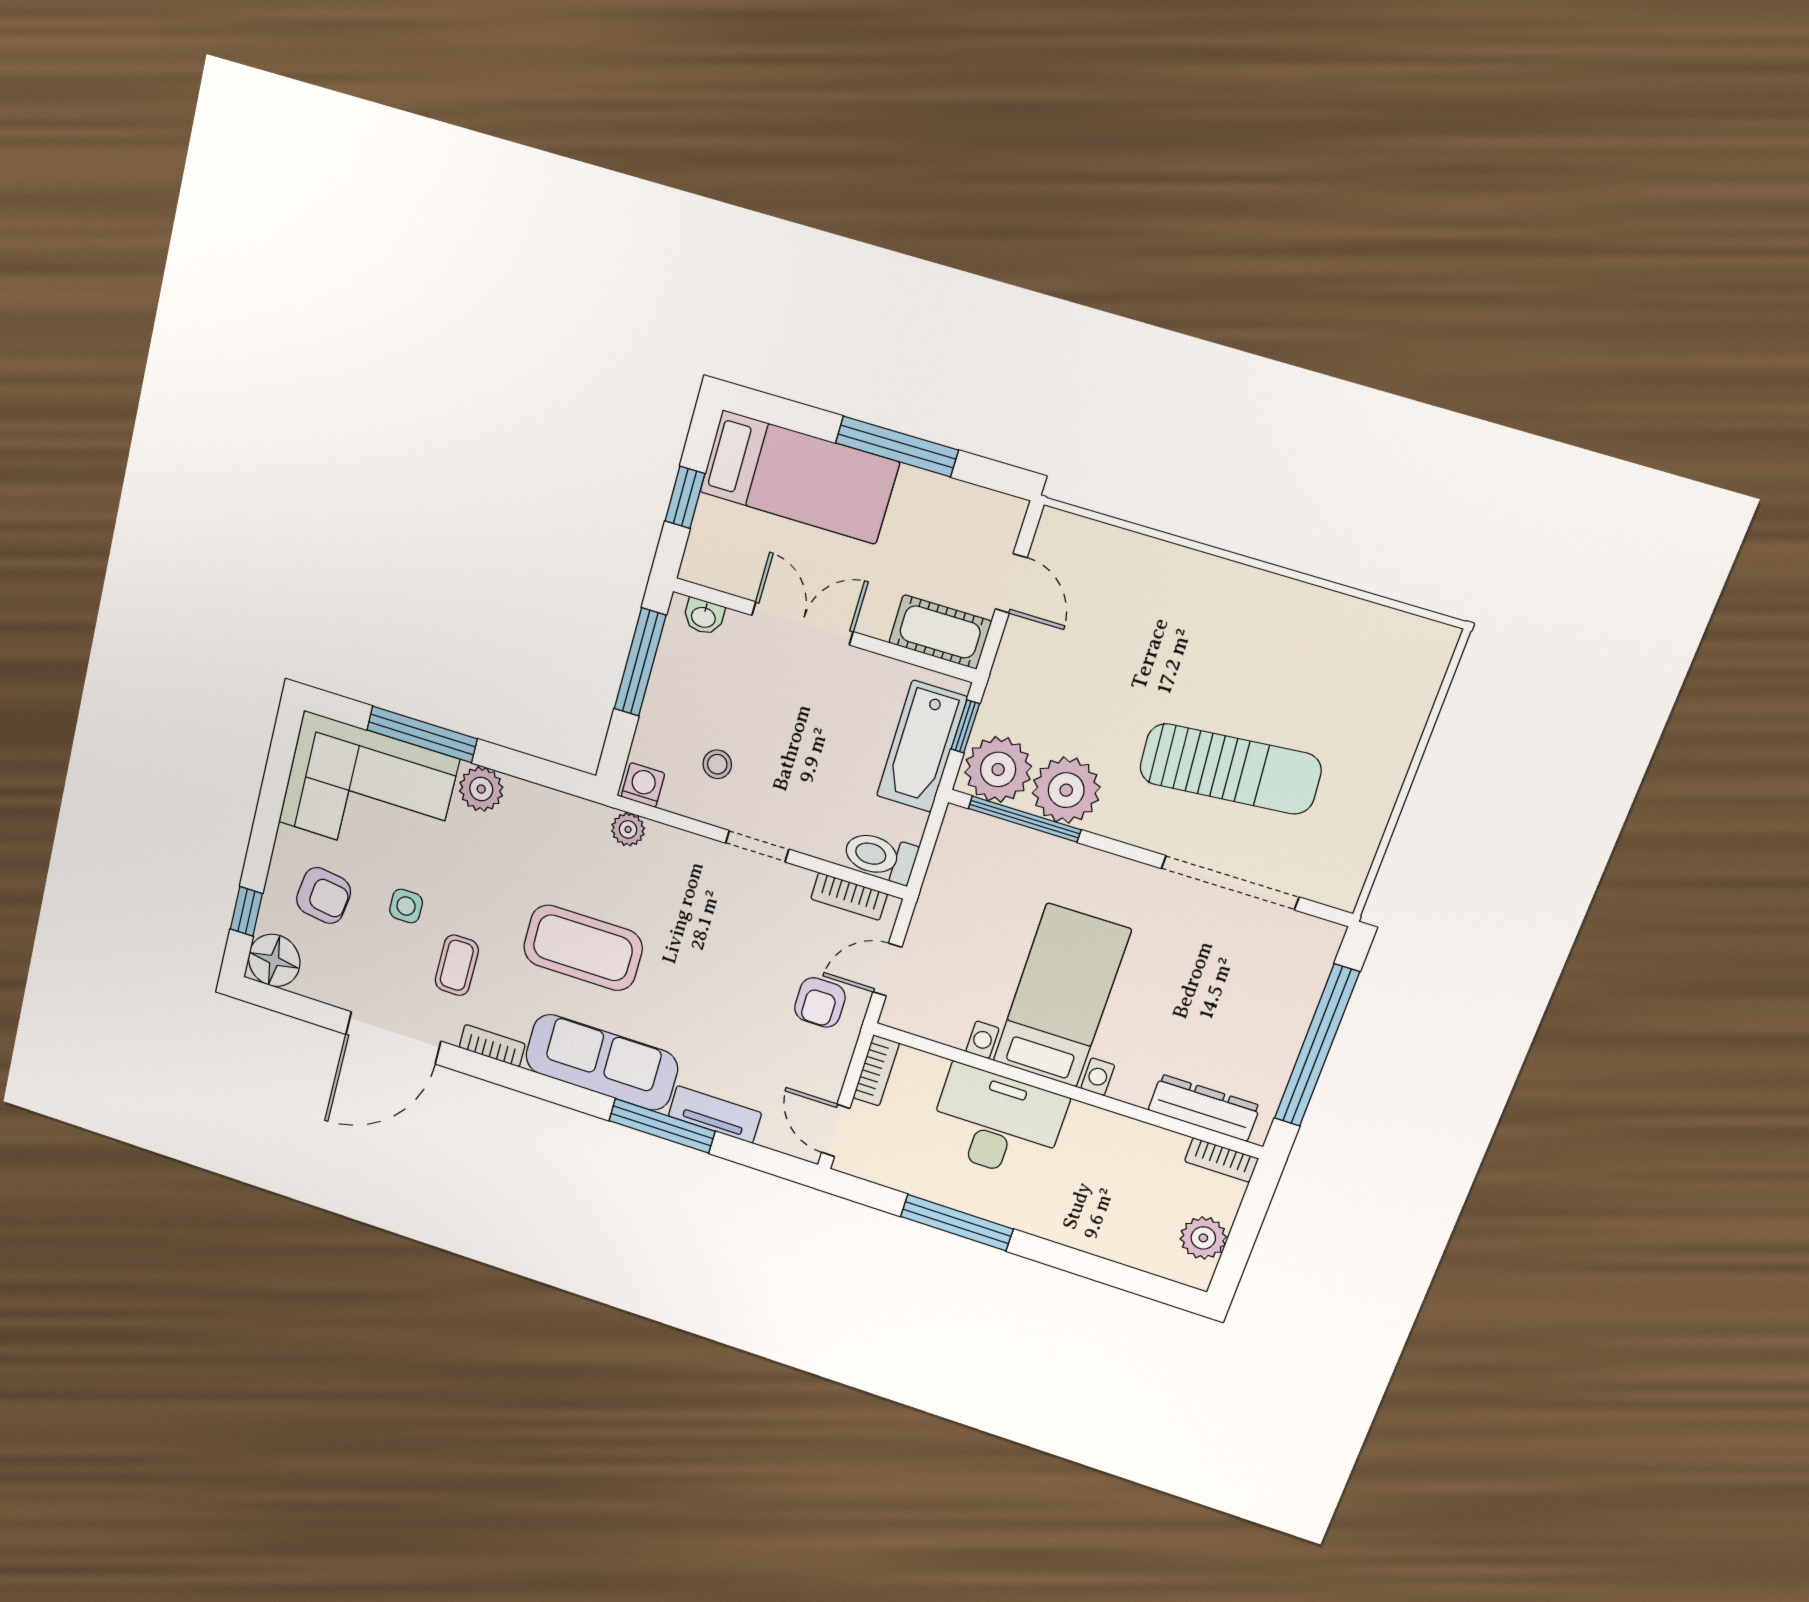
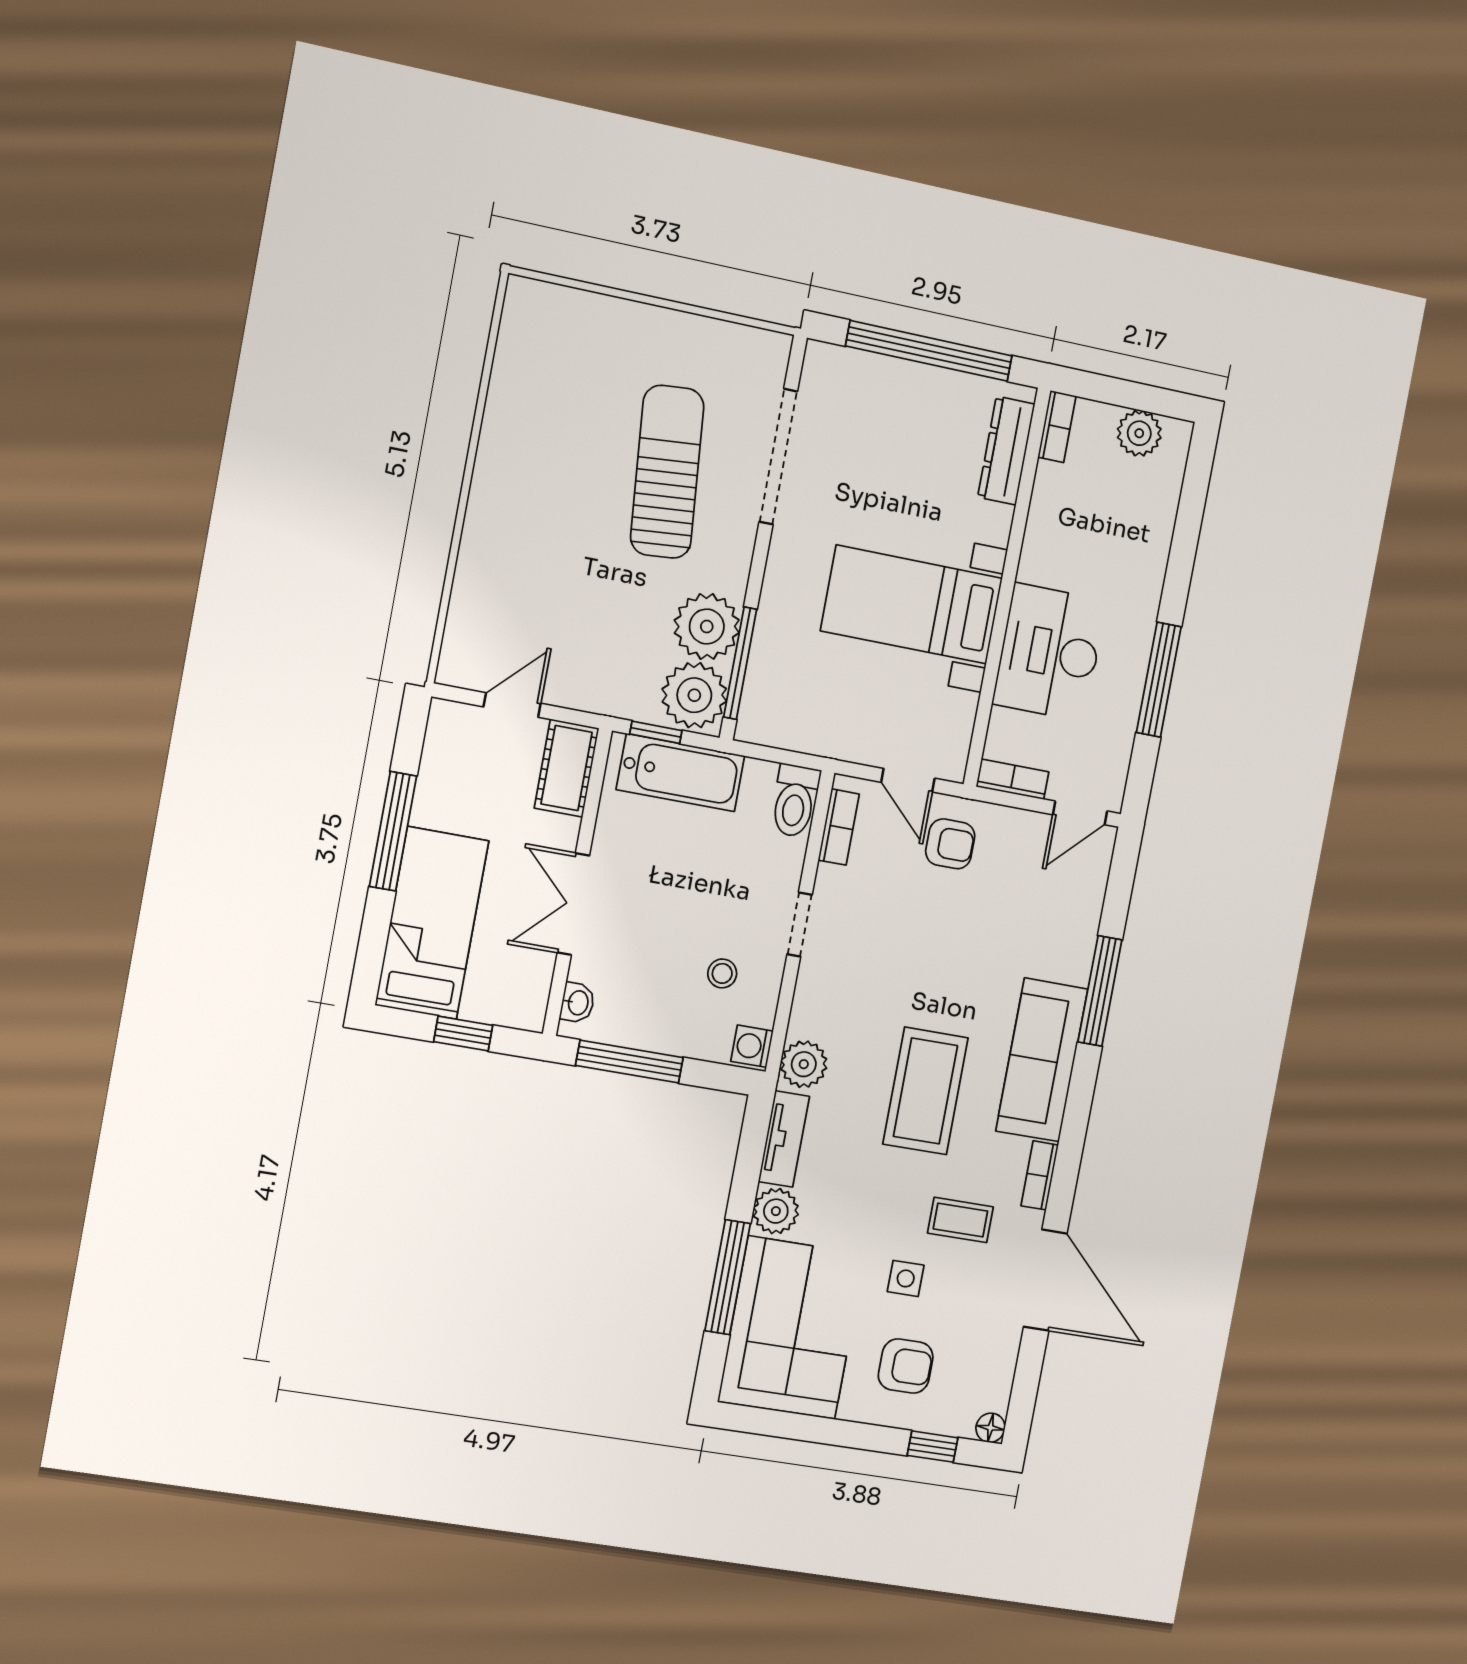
plant: (628, 829) -> (804, 1064), width x1.38, depth x1.38
armchair: (324, 895) -> (906, 1366), turned 82
floor lamp: (274, 960) -> (990, 1428), width x0.53, depth x0.53
tv unit: (715, 1114) -> (784, 1139), moved, turned 180

